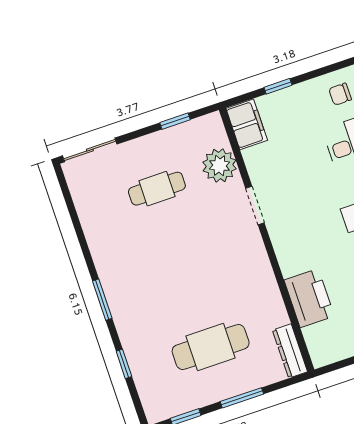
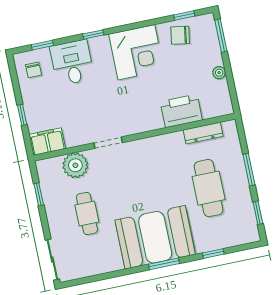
booth: (136, 284) -> (155, 237), added
dresser: (290, 351) -> (203, 133), moved

